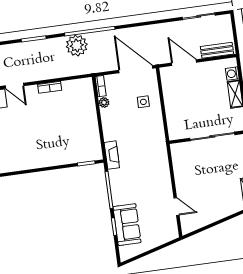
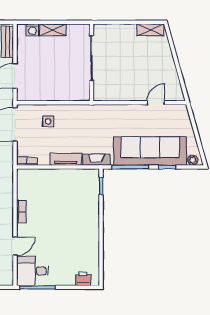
plant: (104, 102) -> (193, 160), moved
tv unit: (108, 125) -> (66, 159), added
sofa: (127, 225) -> (150, 151), width x1.85, depth x1.27

